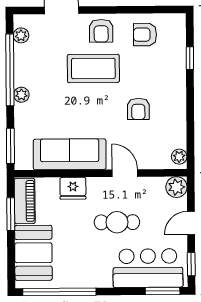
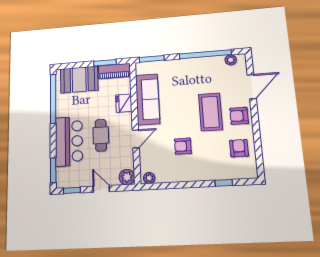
plant: (21, 95) -> (188, 63), removed
bar counter: (148, 268) -> (69, 141), moved

